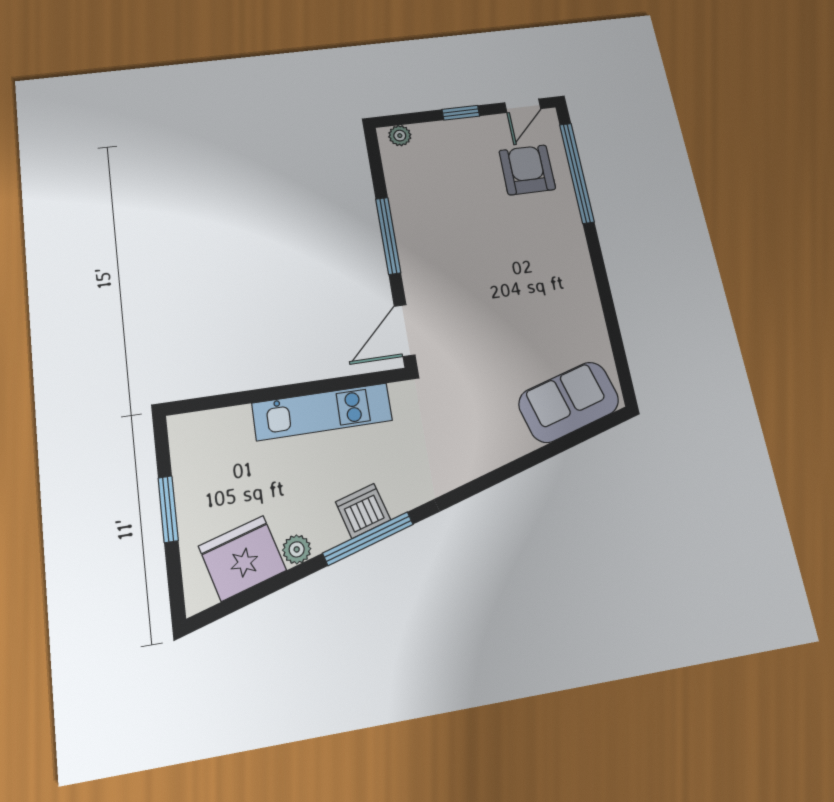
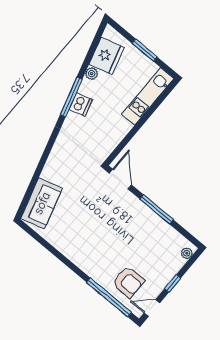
door: (523, 106) -> (152, 308), hinge flipped
kitchen unit: (322, 412) -> (148, 96), moved

